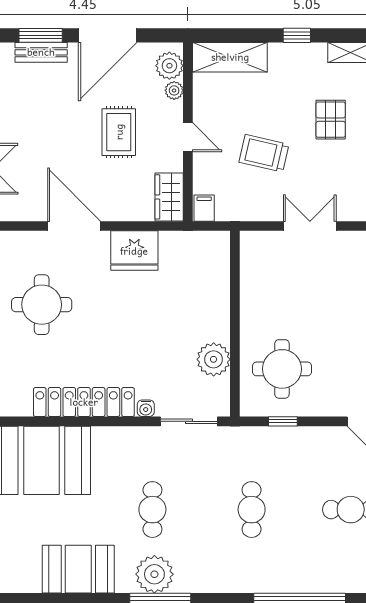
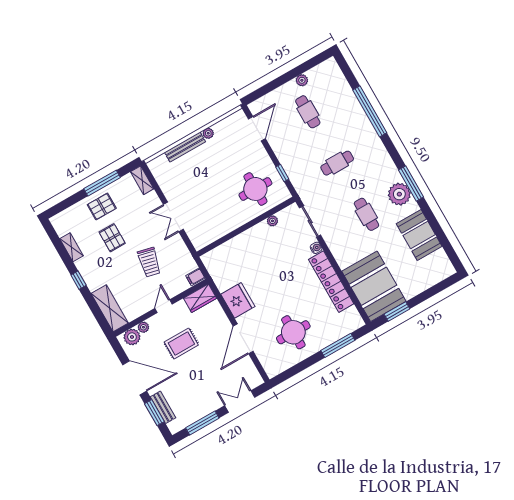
pallet: (331, 120) -> (112, 238), turned 90
plant: (214, 359) -> (272, 221), width x0.53, depth x0.53
cafe table: (152, 510) -> (366, 214), turned 90

